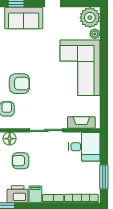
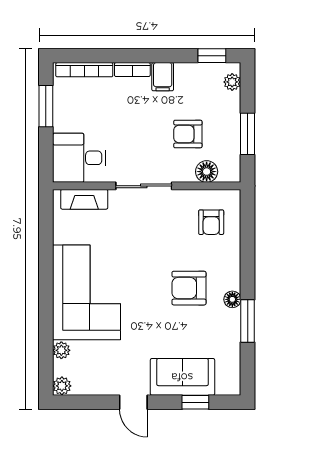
plant: (90, 18) -> (62, 386), width x0.53, depth x0.53
armchair: (19, 84) -> (189, 288), moved
armchair: (21, 161) -> (188, 134), turned 180
printer: (18, 194) -> (193, 77), removed

